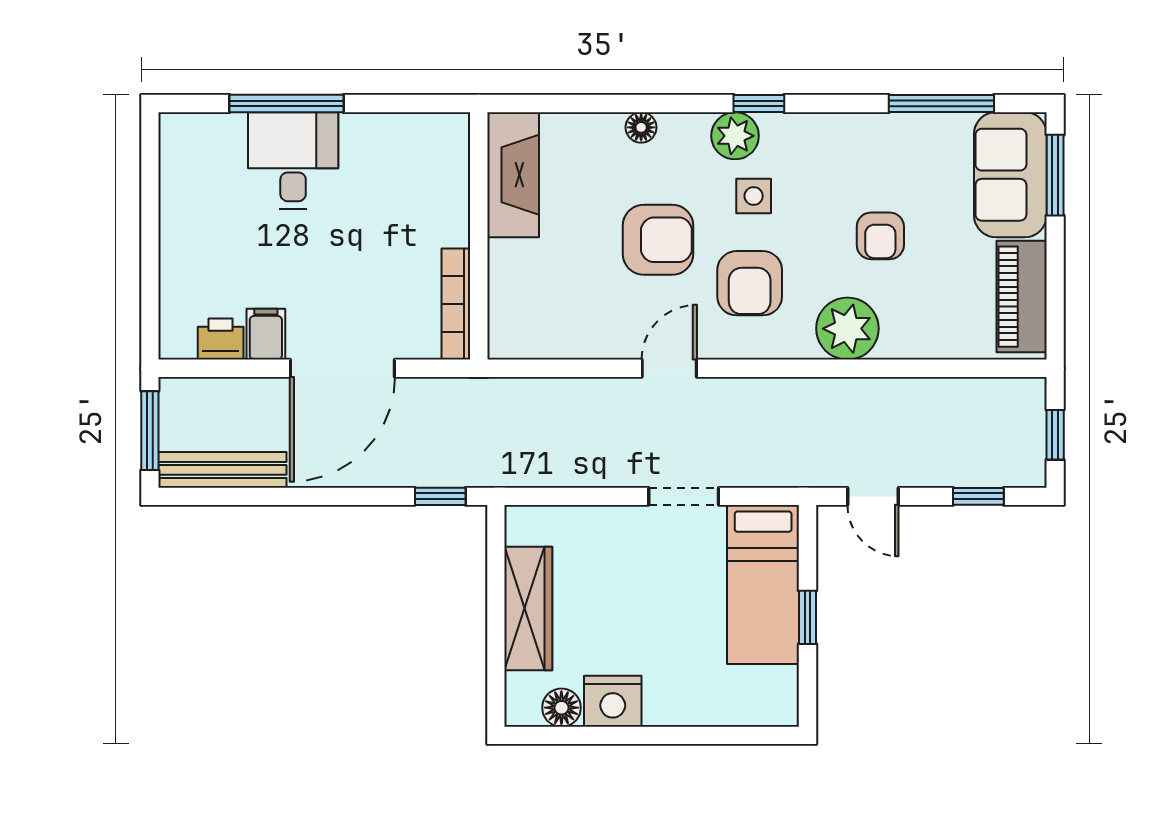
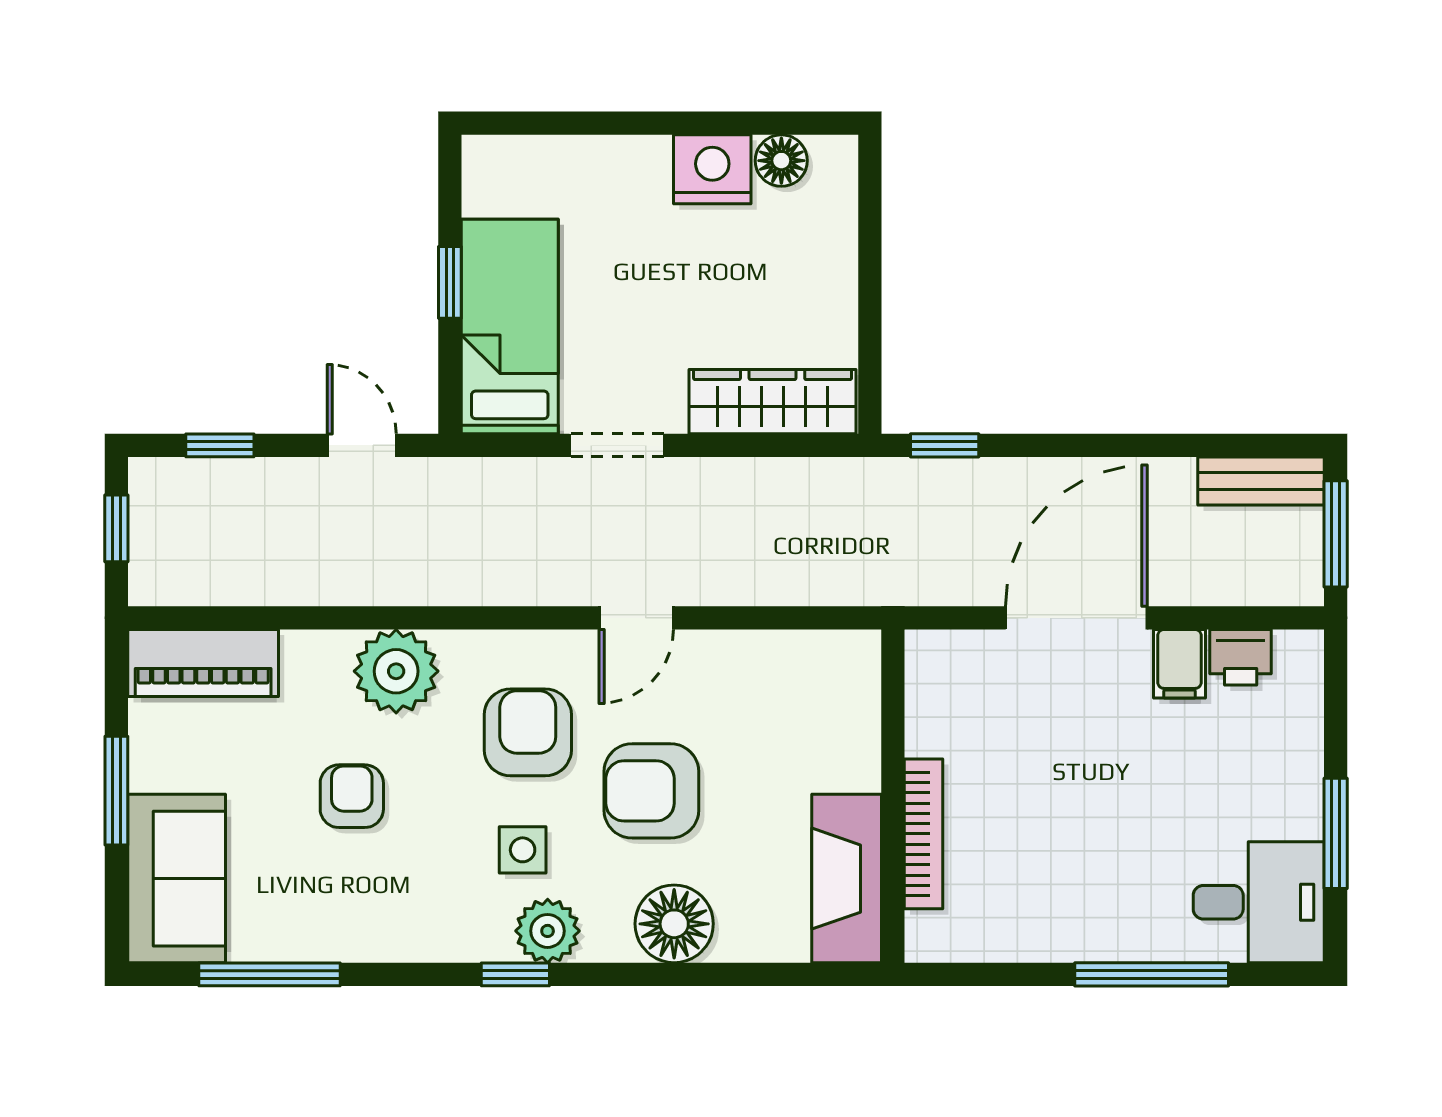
floor lamp: (641, 127) -> (674, 924), width x1.89, depth x1.89
desk: (293, 161) -> (1259, 902), moved, turned -90
window: (1055, 175) -> (116, 791), moved
window: (150, 208) -> (1336, 833), added
piano: (1022, 297) -> (203, 663), moved, turned 90
bookcase: (456, 304) -> (923, 834), moved
bench: (222, 470) -> (1261, 481), width x0.73
wardrobe: (528, 609) -> (773, 402), moved, turned 90

